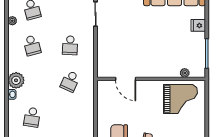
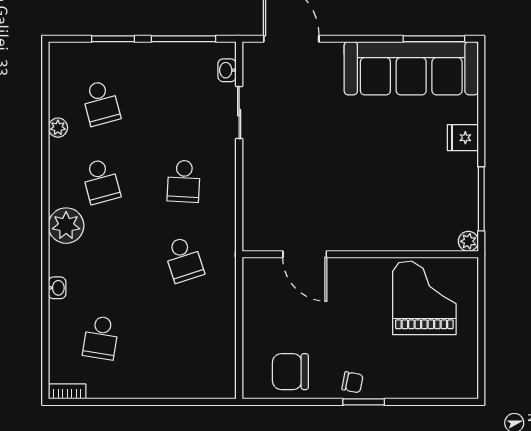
plant: (185, 73) -> (468, 241), moved
plant: (16, 80) -> (66, 226), moved
school desk: (70, 81) -> (184, 259), turned -42
grand piano: (181, 99) -> (424, 298), turned -90

